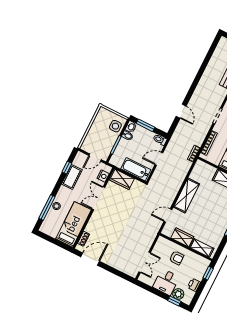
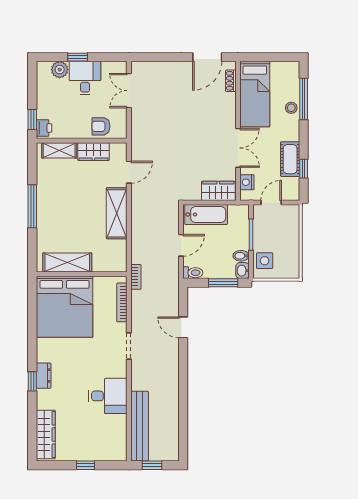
armchair: (177, 258) -> (101, 126), moved
printer: (194, 285) -> (44, 128), moved
window: (174, 301) -> (78, 57), moved

